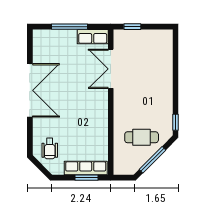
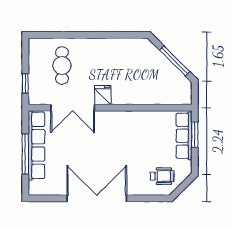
row of seats: (93, 37) -> (36, 145), width x2.02
fridge: (122, 96) -> (103, 95), added
window: (176, 122) -> (133, 35), removed
cafe table: (142, 137) -> (62, 65), moved

